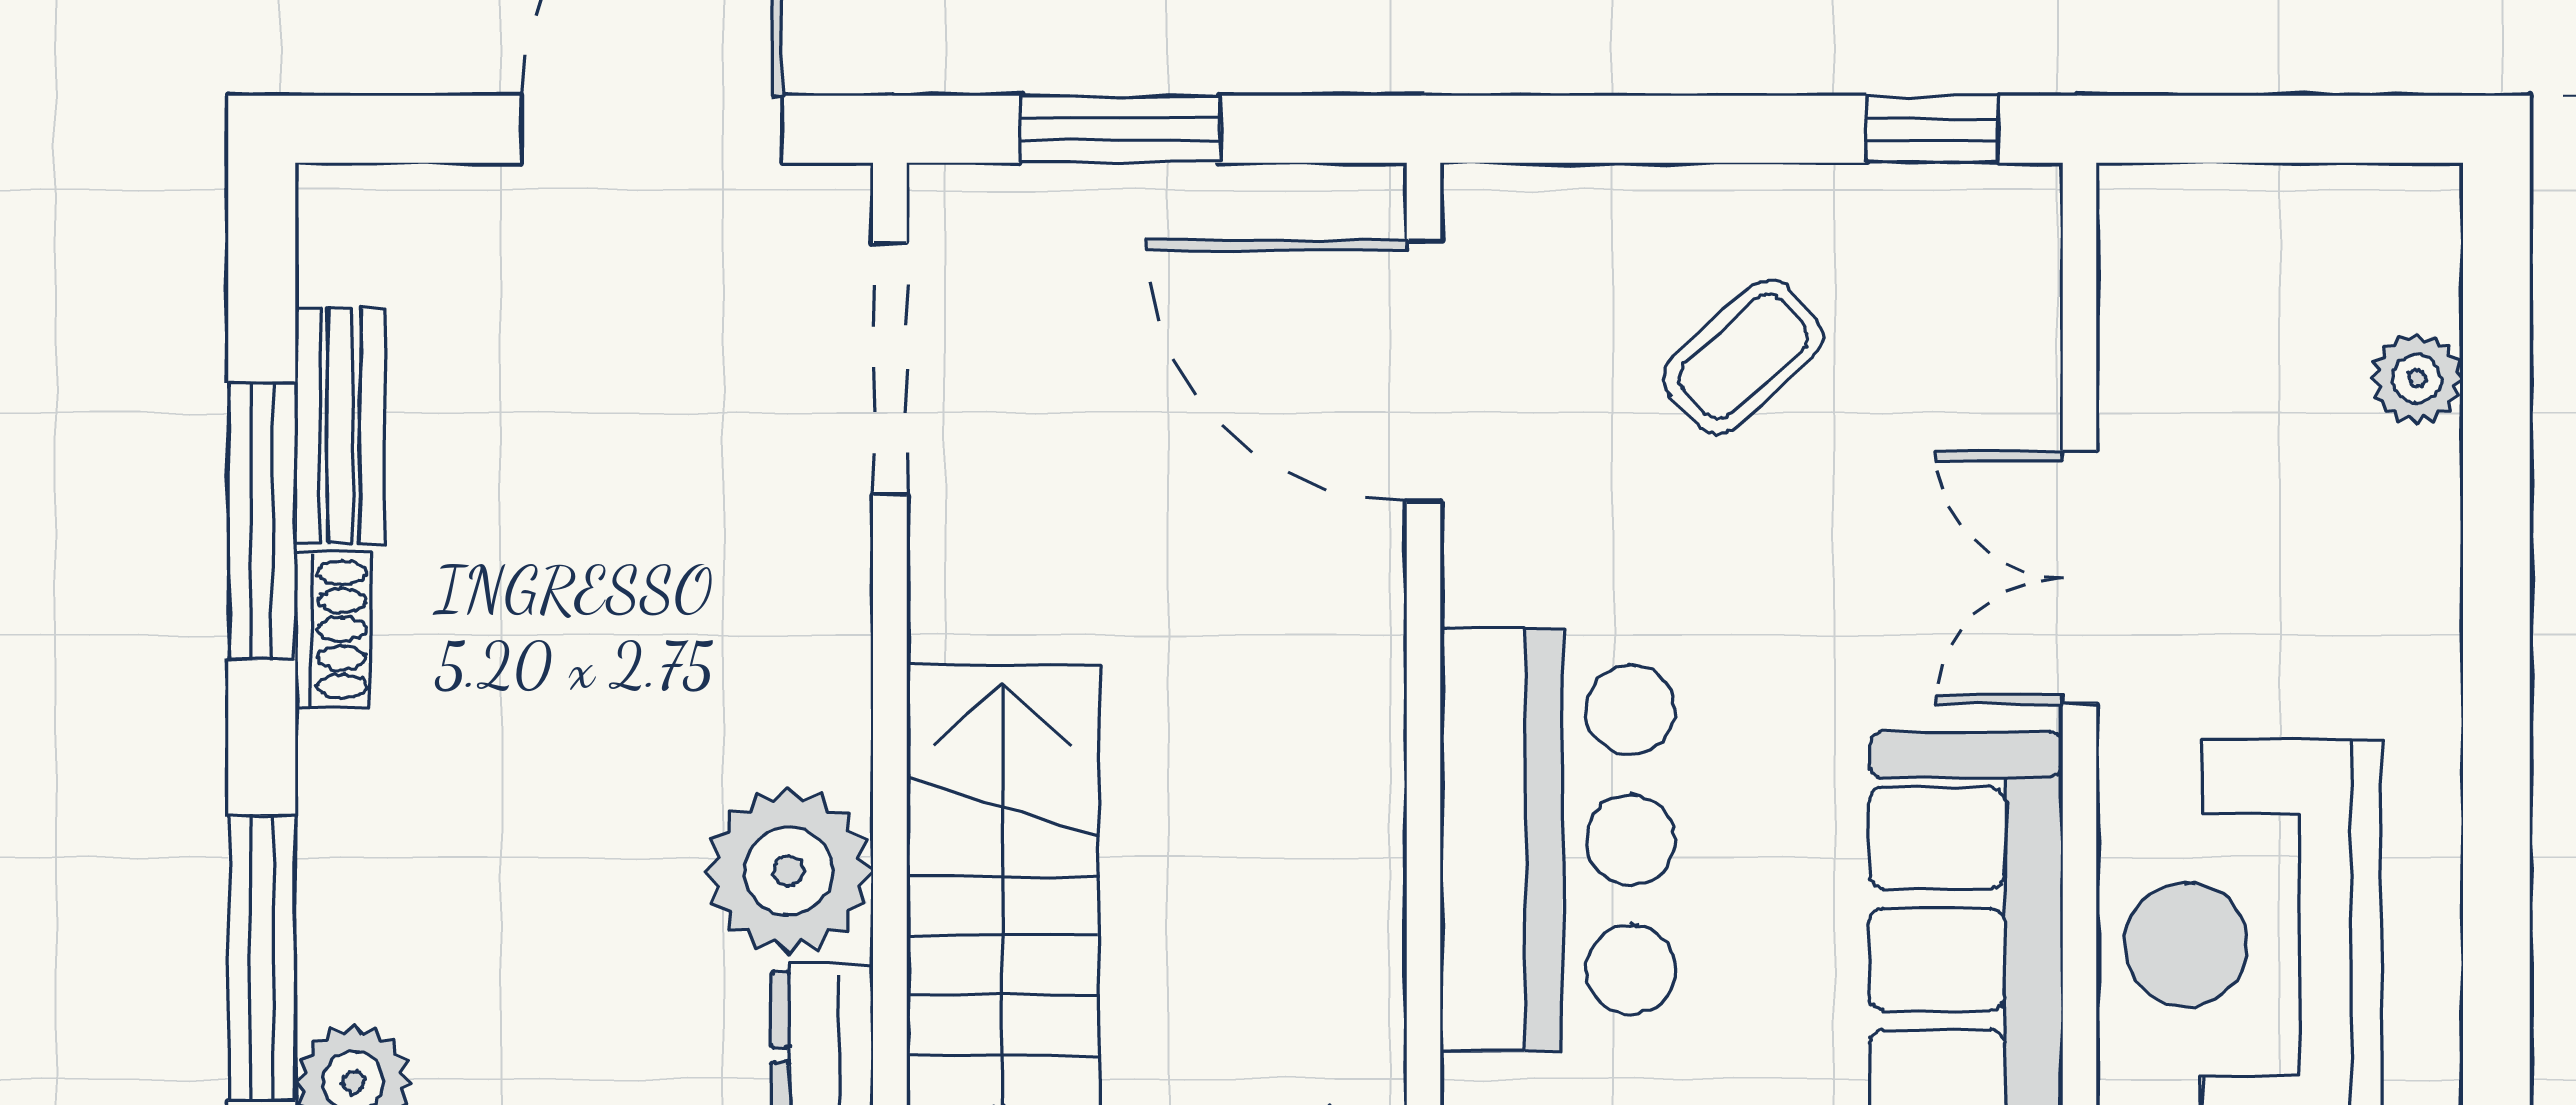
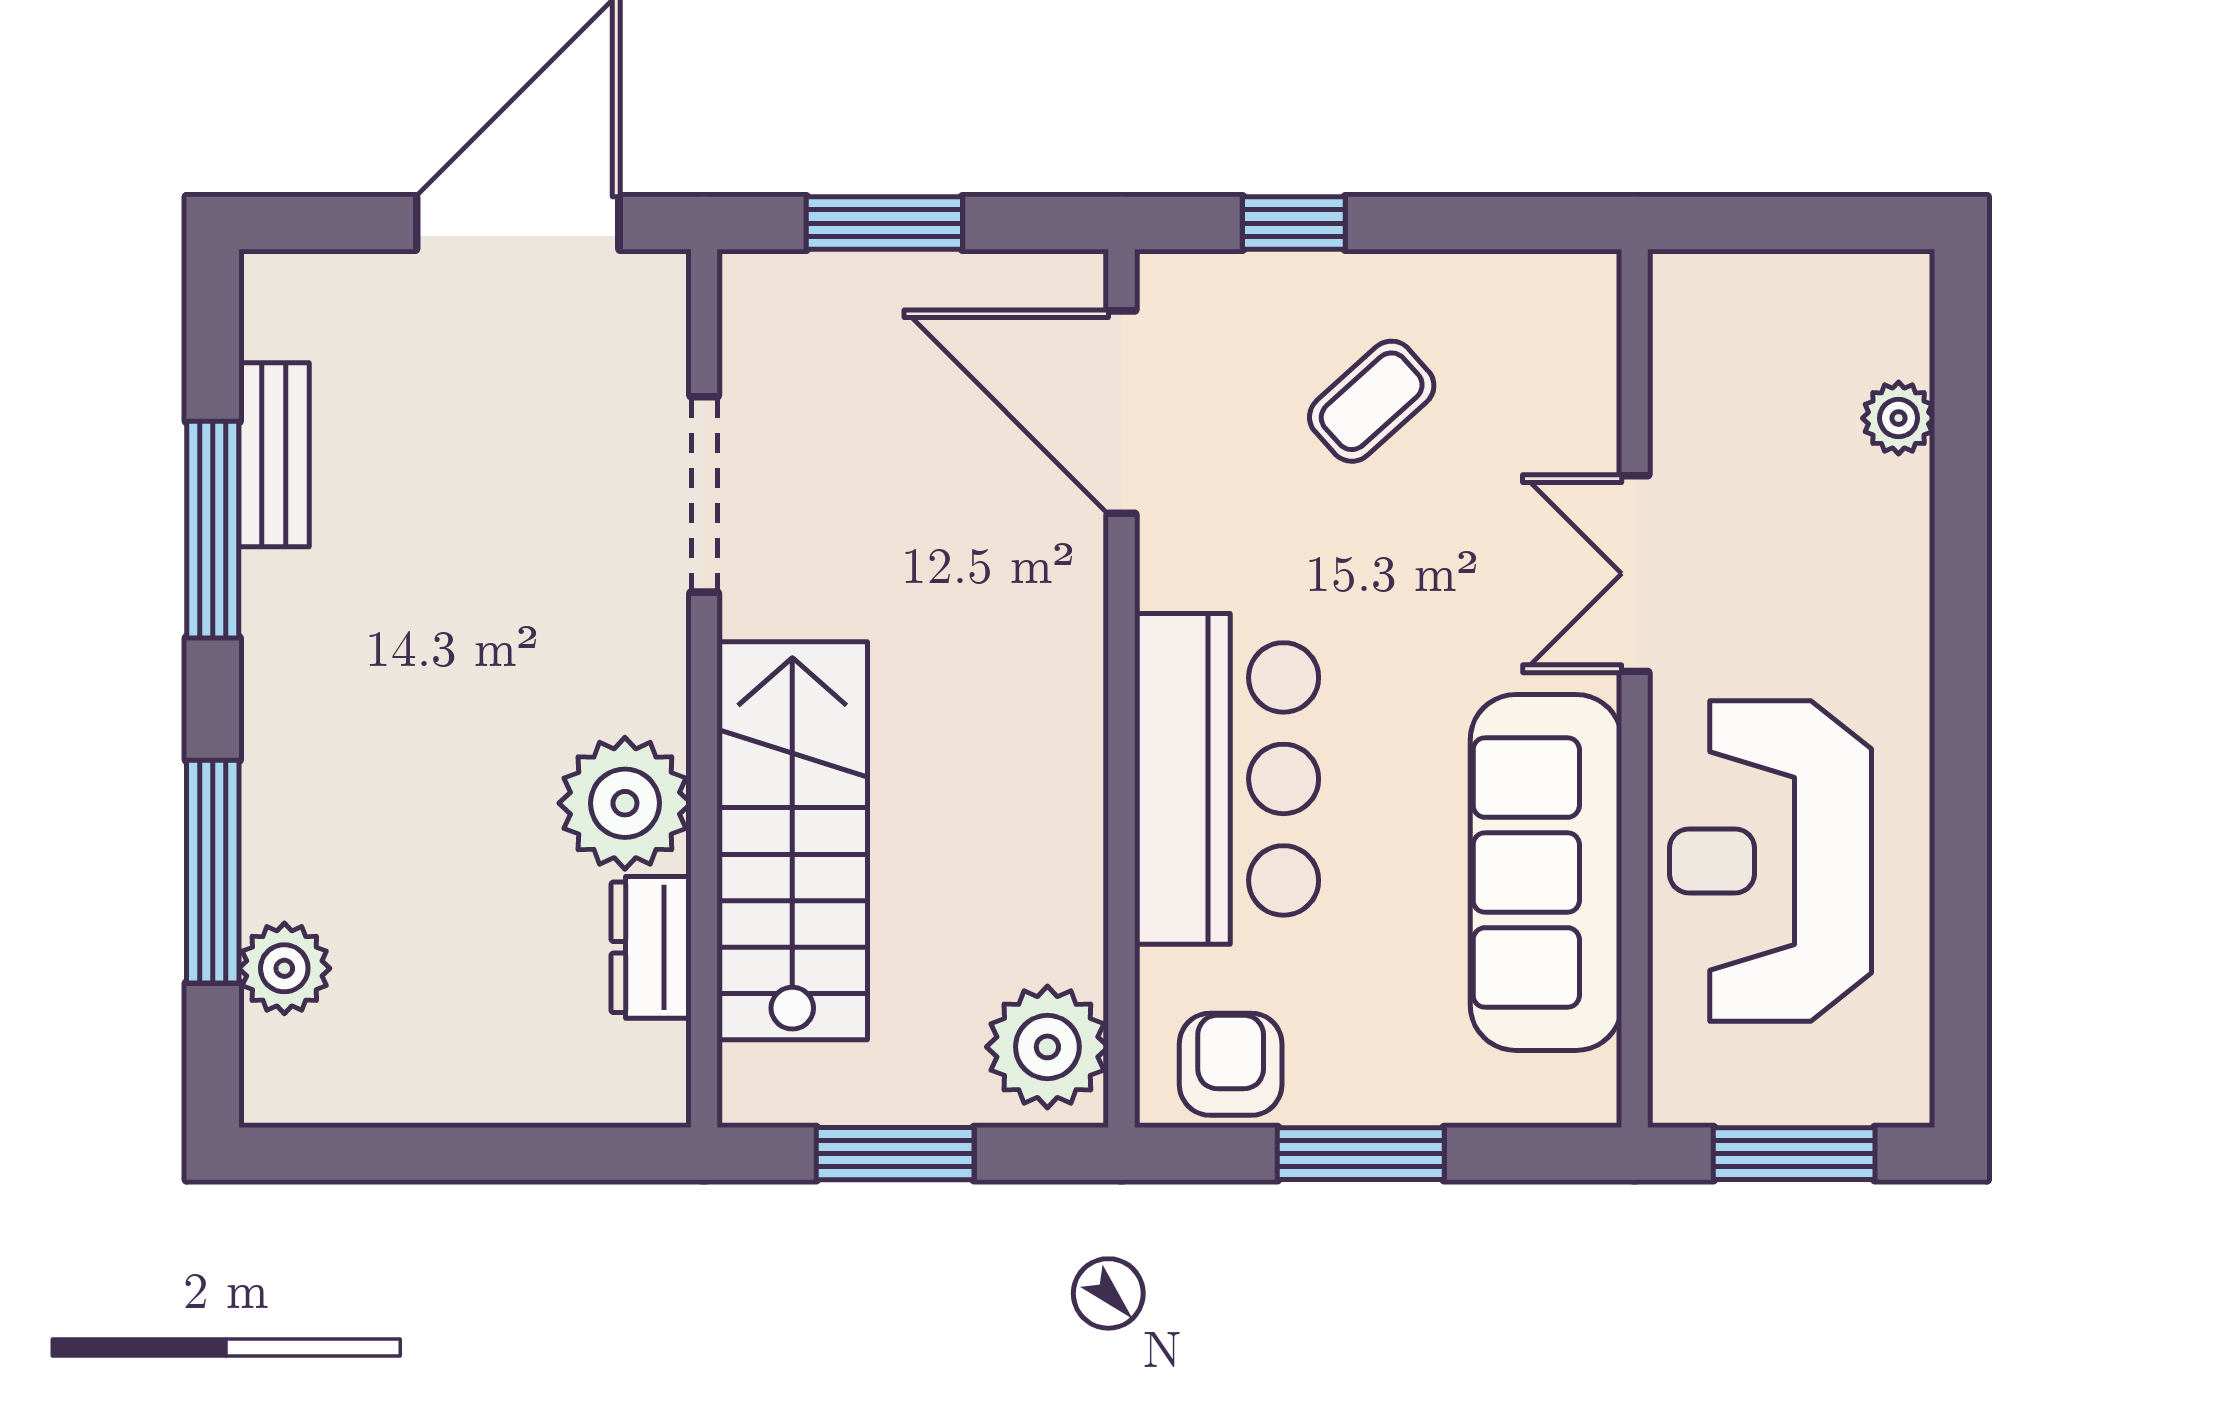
window: (1932, 129) -> (1294, 223), moved
doorway: (890, 369) -> (704, 494), moved
shoe rack: (333, 629) -> (268, 614), removed

